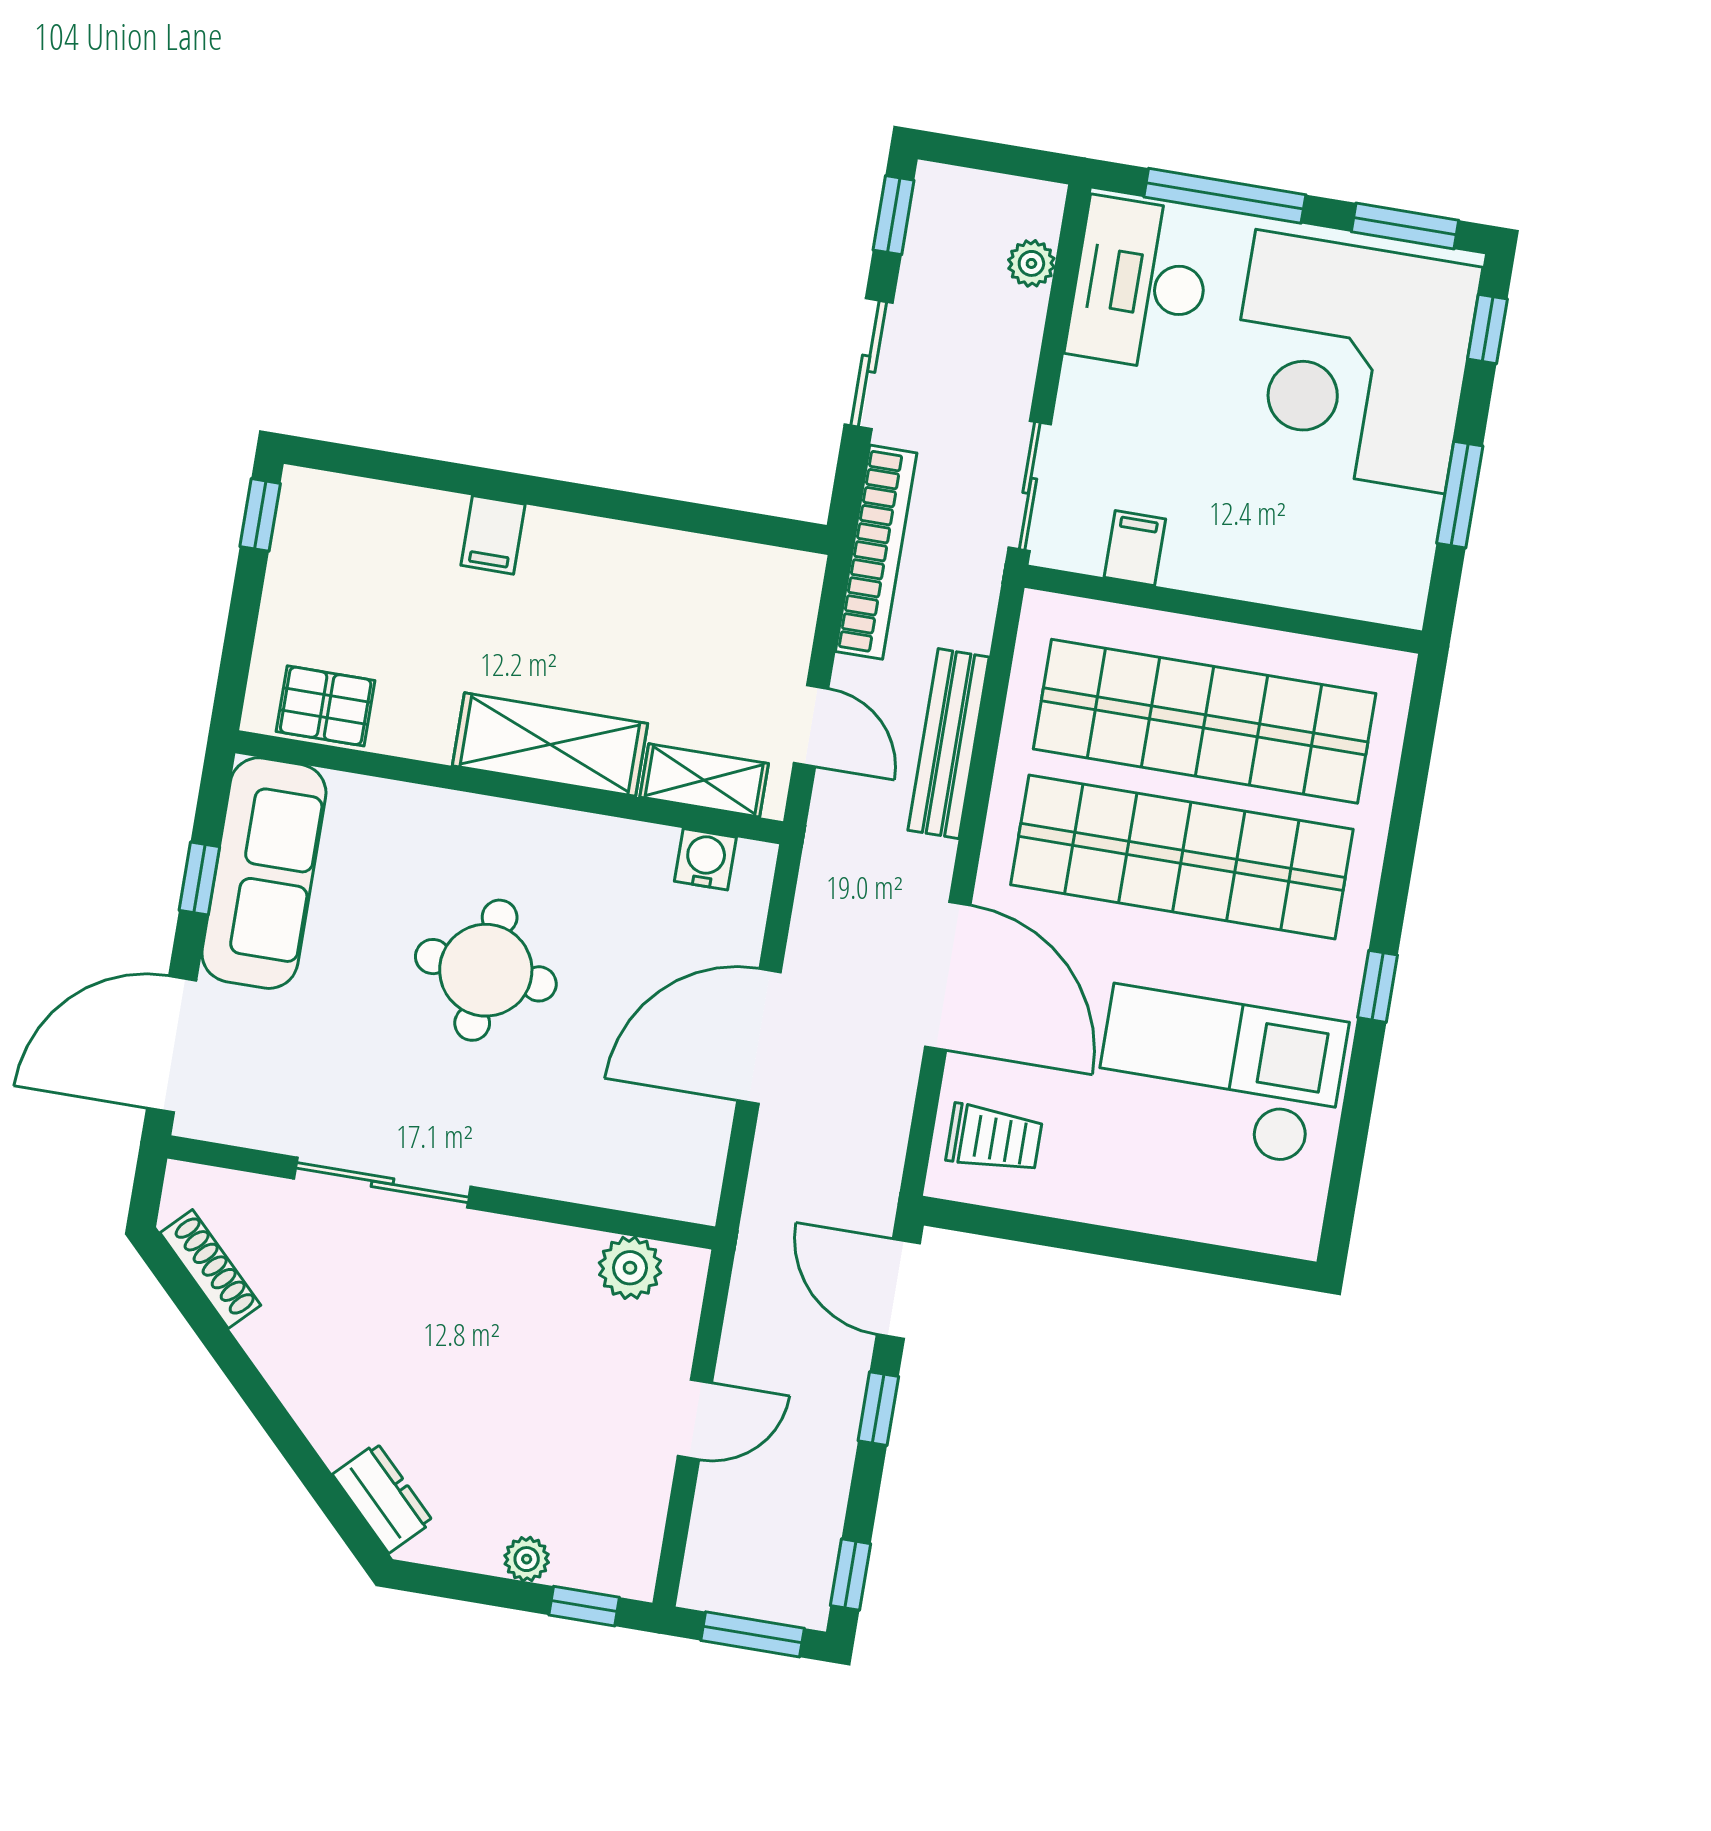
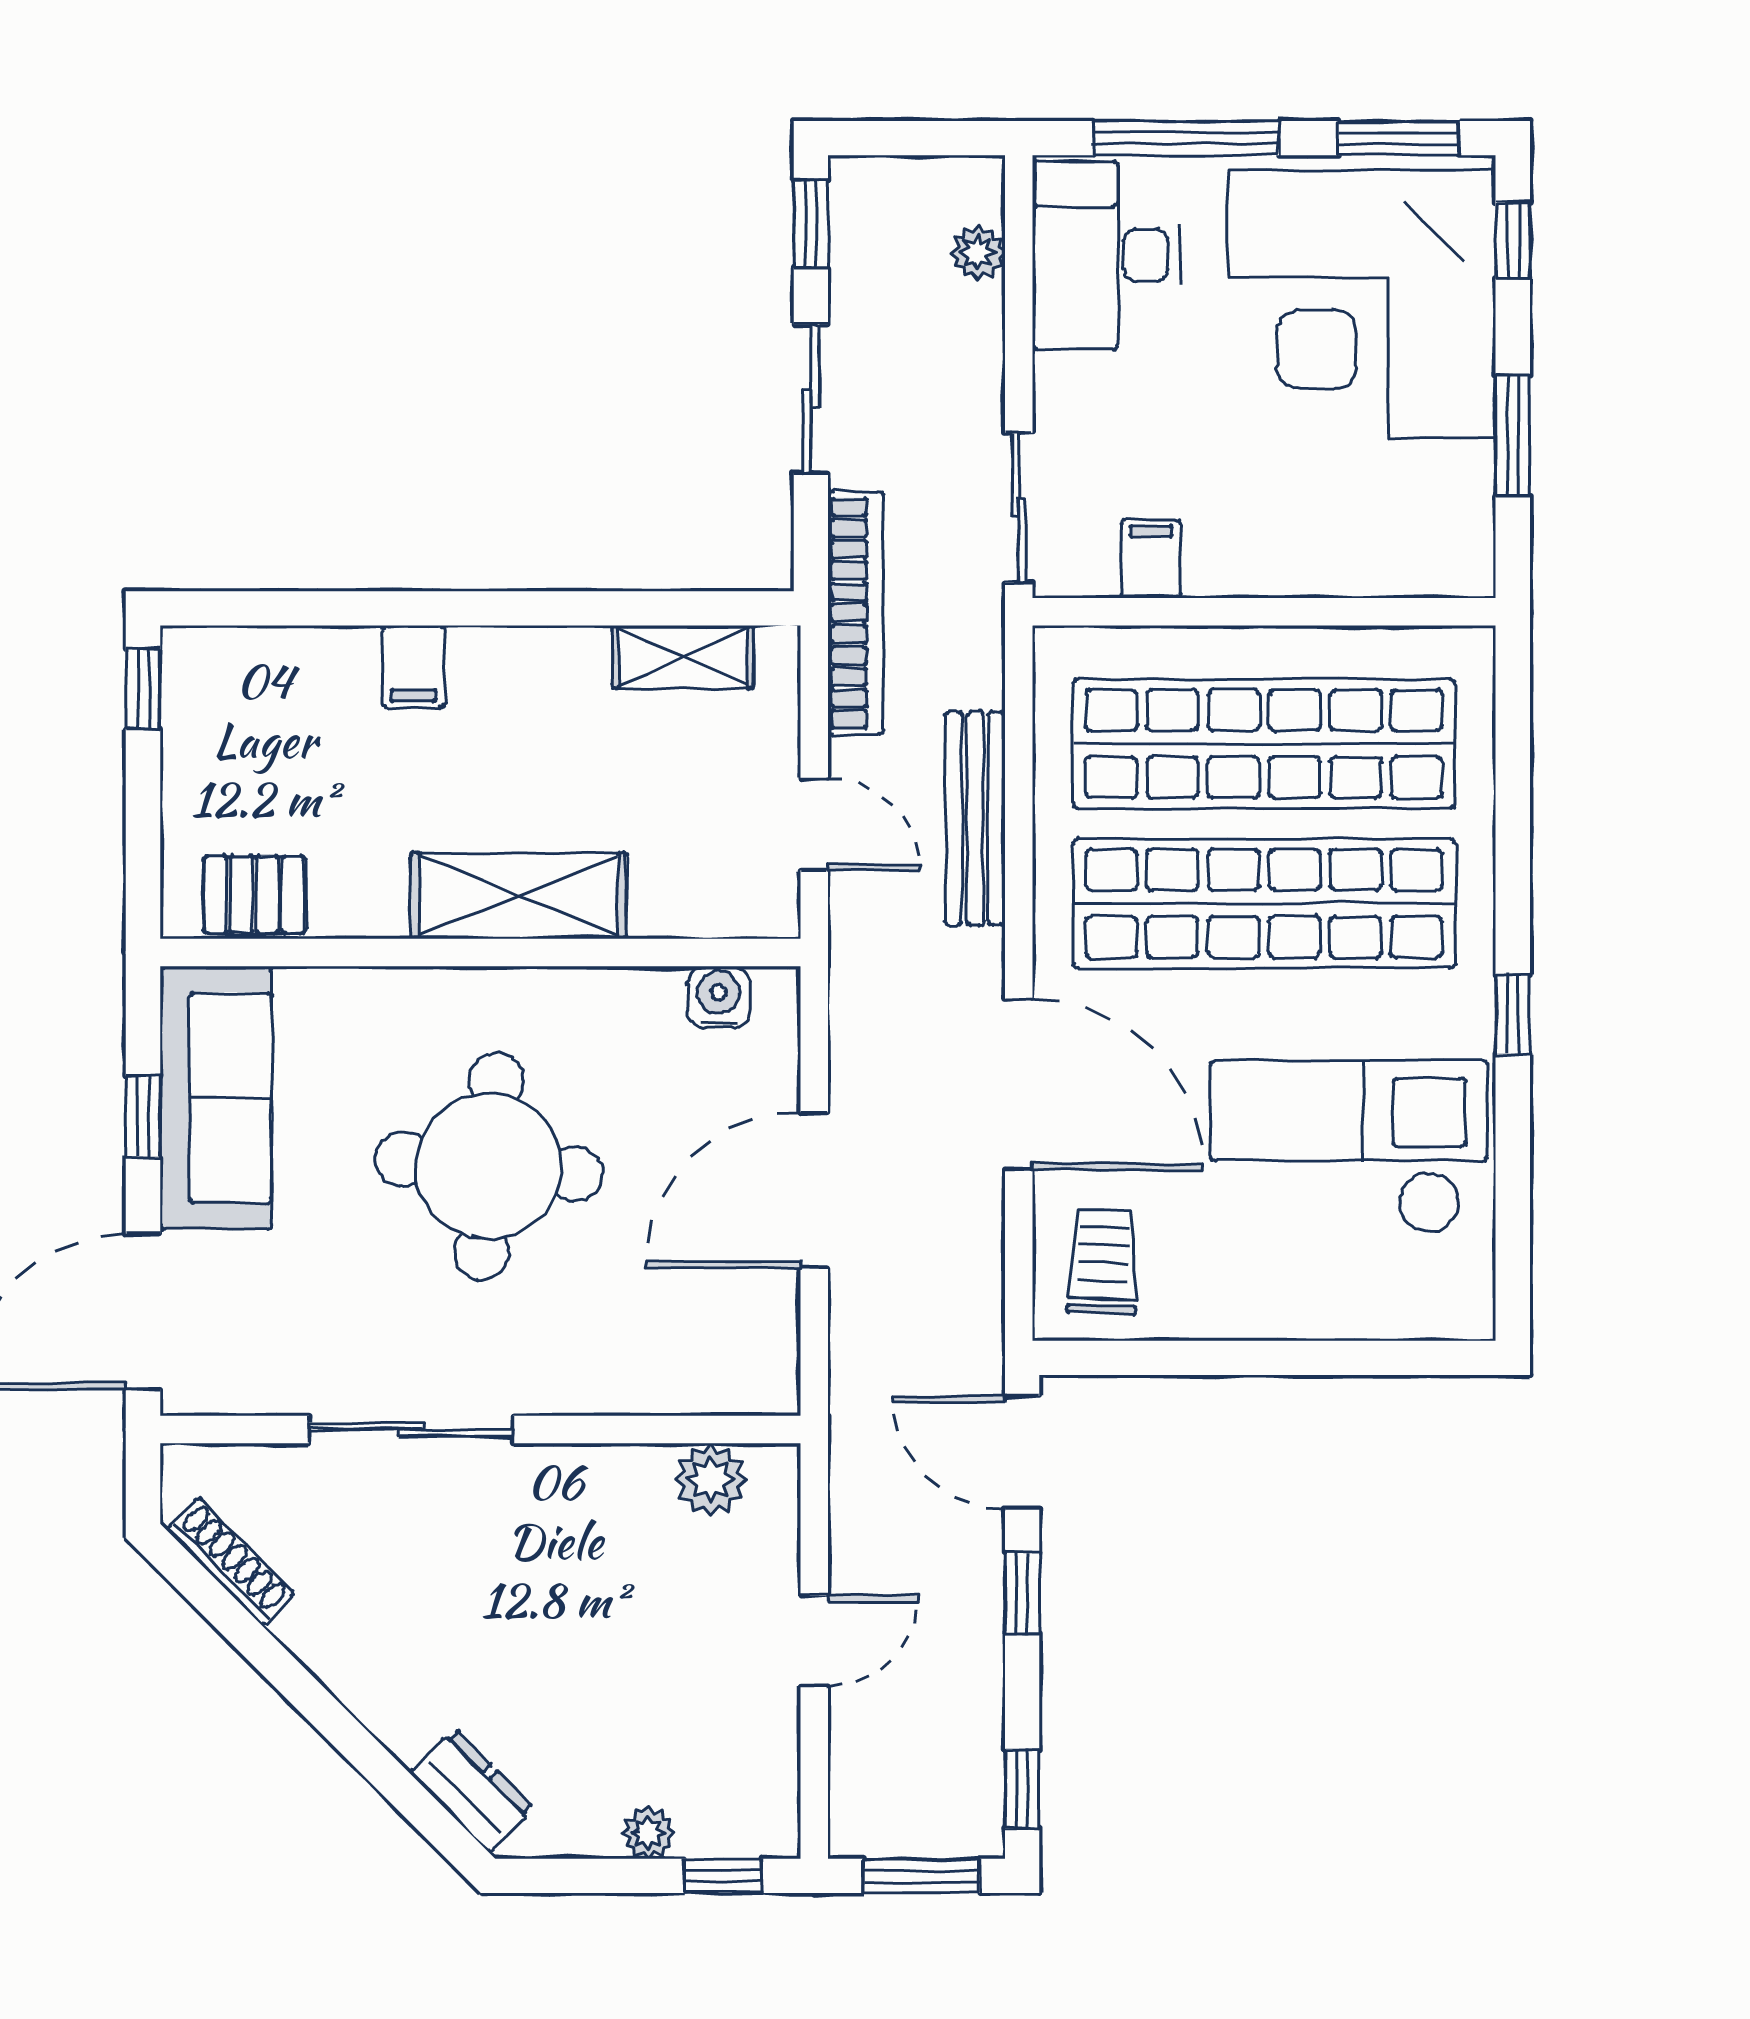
shelving: (704, 780) -> (683, 657), moved
round table: (486, 970) -> (489, 1166), width x1.36, depth x1.36
trolley: (994, 1139) -> (1103, 1262), turned -88

